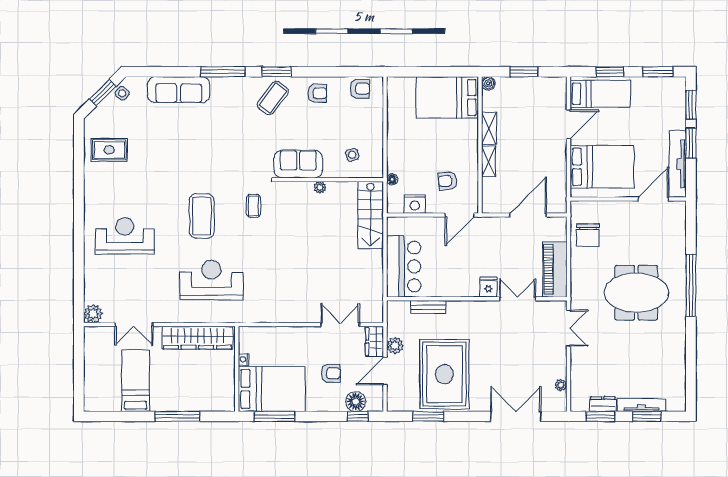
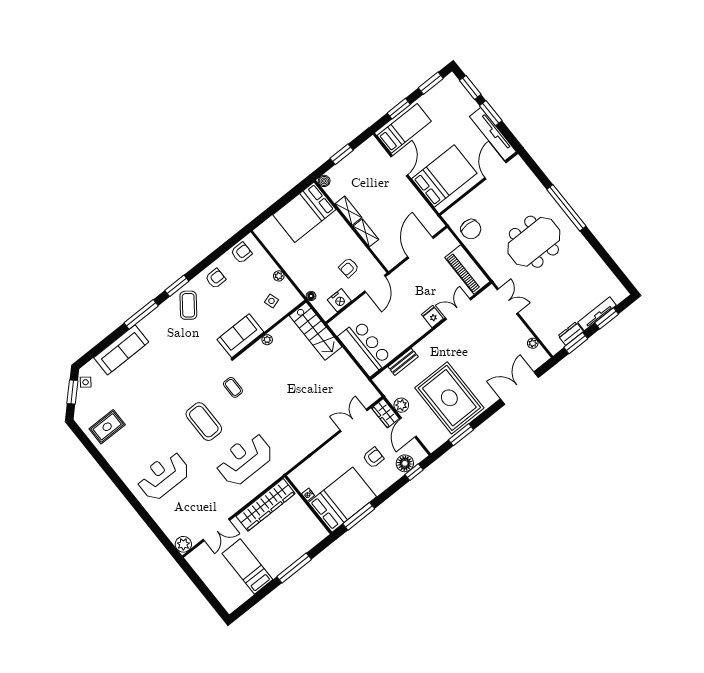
plant: (377, 137) -> (279, 276), added

